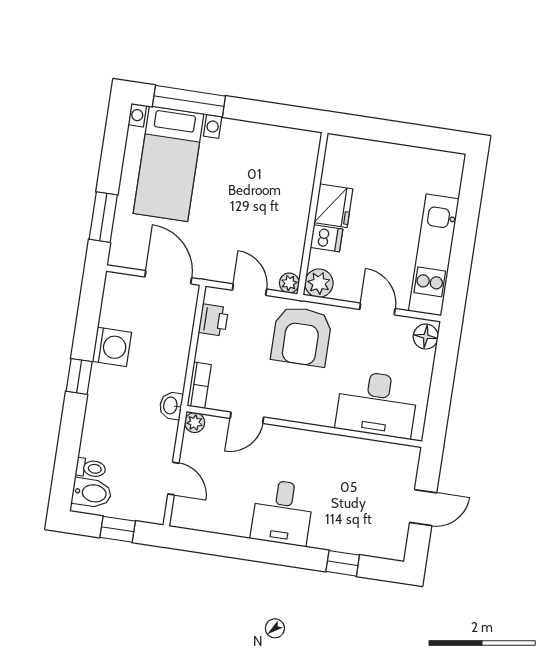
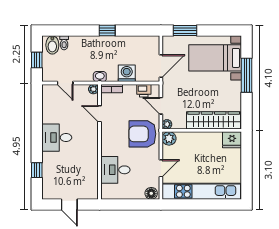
window: (189, 101) -> (247, 75), moved
wardrobe: (296, 186) -> (214, 120), added
fridge: (333, 206) -> (232, 140), moved
dishwasher: (326, 238) -> (191, 139), removed
kitchen unit: (434, 255) -> (201, 191), width x1.36
door: (249, 290) -> (161, 106), swing flipped
washing machine: (112, 347) -> (127, 73), moved, turned 180
desk: (377, 404) -> (115, 170), width x0.73
door: (173, 479) -> (65, 83), hinge flipped

